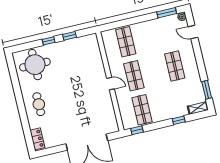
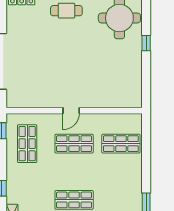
window: (69, 36) -> (146, 72), removed
shop shelf: (142, 110) -> (27, 144), turned 90

